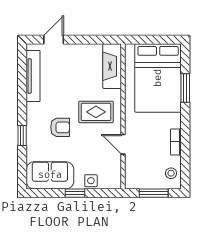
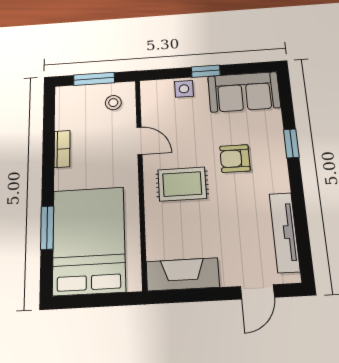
fireplace: (112, 66) -> (183, 274), moved, turned -90
stool: (171, 173) -> (113, 103), moved

